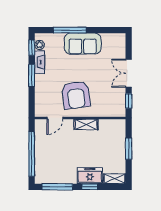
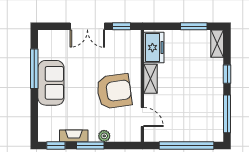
window: (70, 30) -> (34, 69), moved
plant: (39, 45) -> (104, 136), moved
window: (129, 149) -> (194, 26), moved
freezer: (90, 176) -> (154, 48), moved, turned 180

